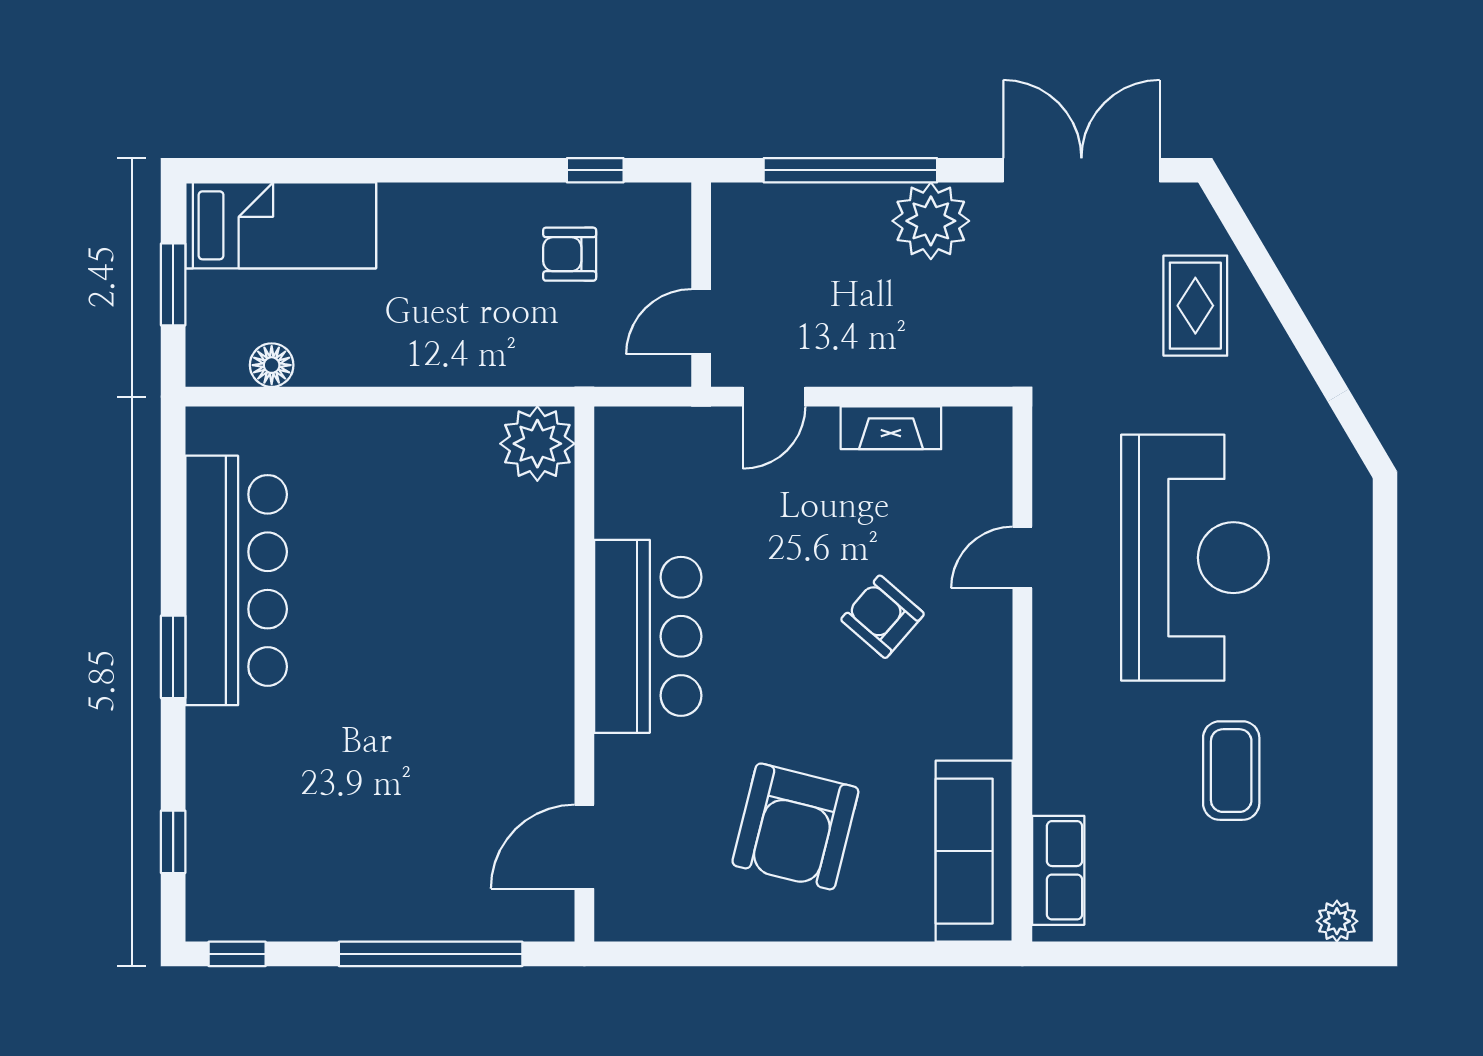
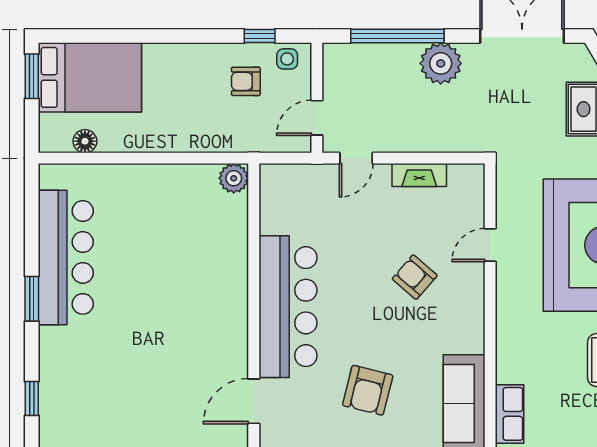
side table: (646, 213) -> (287, 59), added
bed: (281, 225) -> (90, 77), width x1.50
window: (173, 284) -> (32, 76), moved
plant: (537, 444) -> (234, 178), width x0.73, depth x0.73
bar counter: (648, 636) -> (288, 307), width x1.36
armchair: (795, 826) -> (368, 390), width x0.73, depth x0.73

